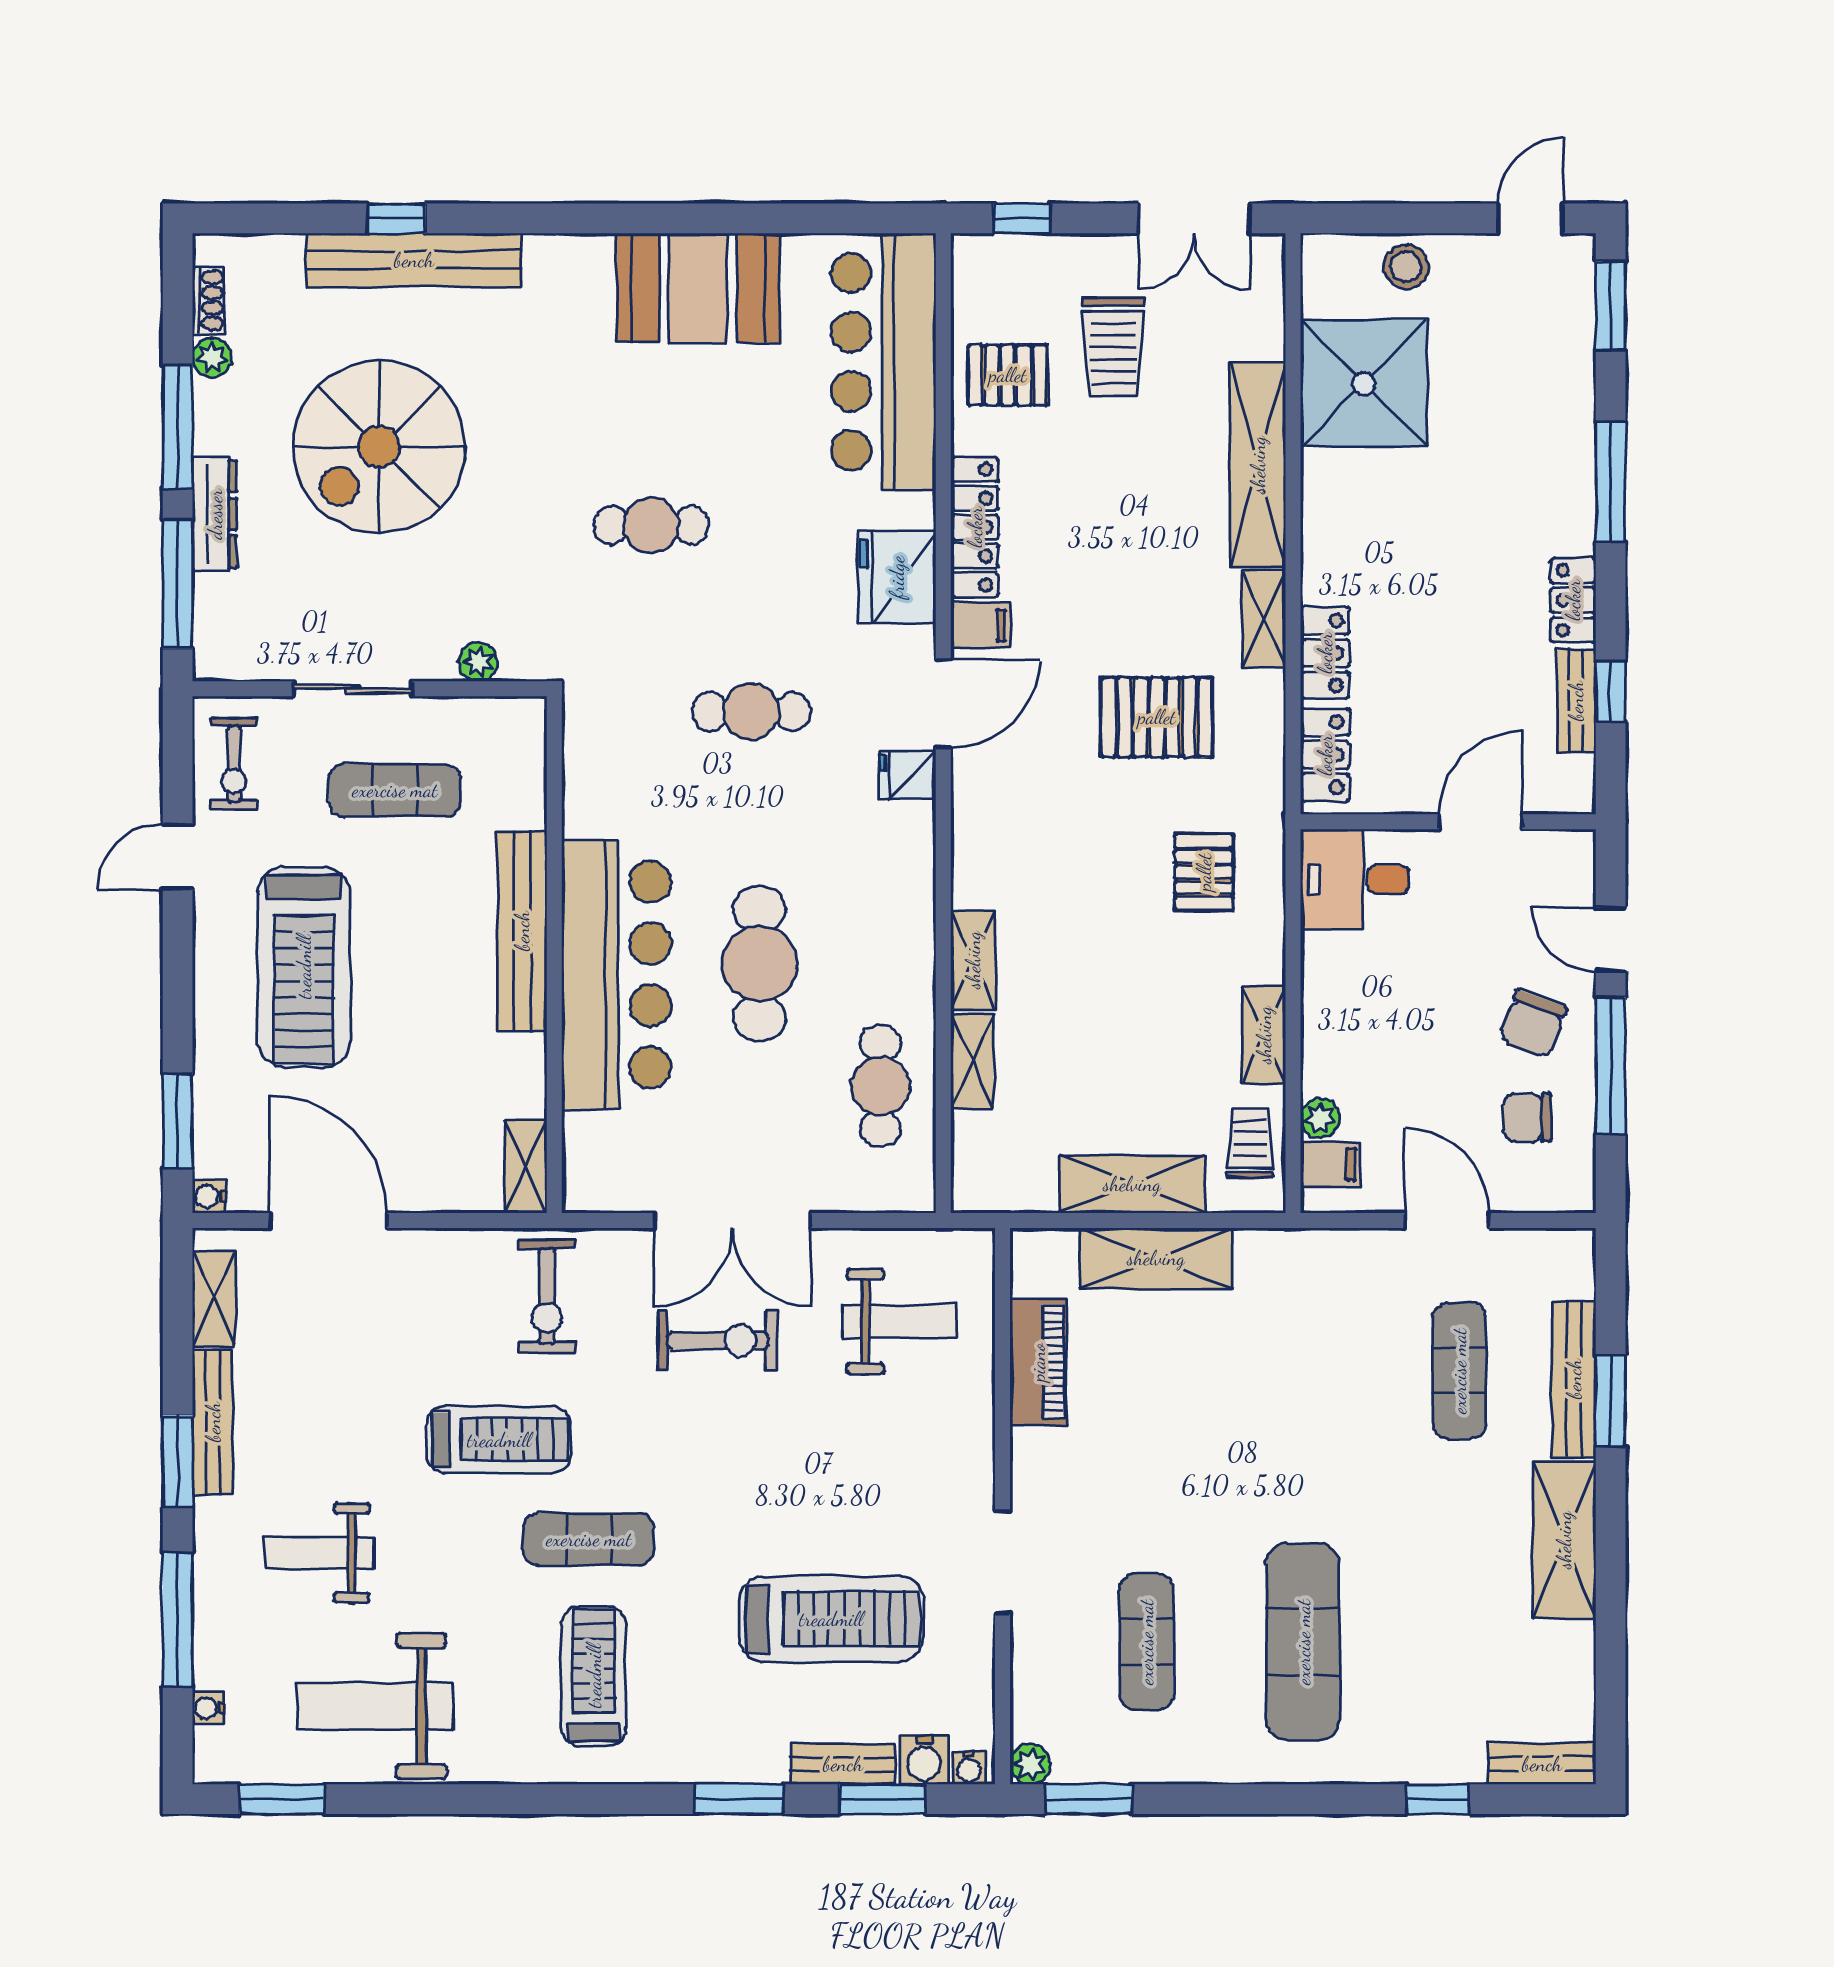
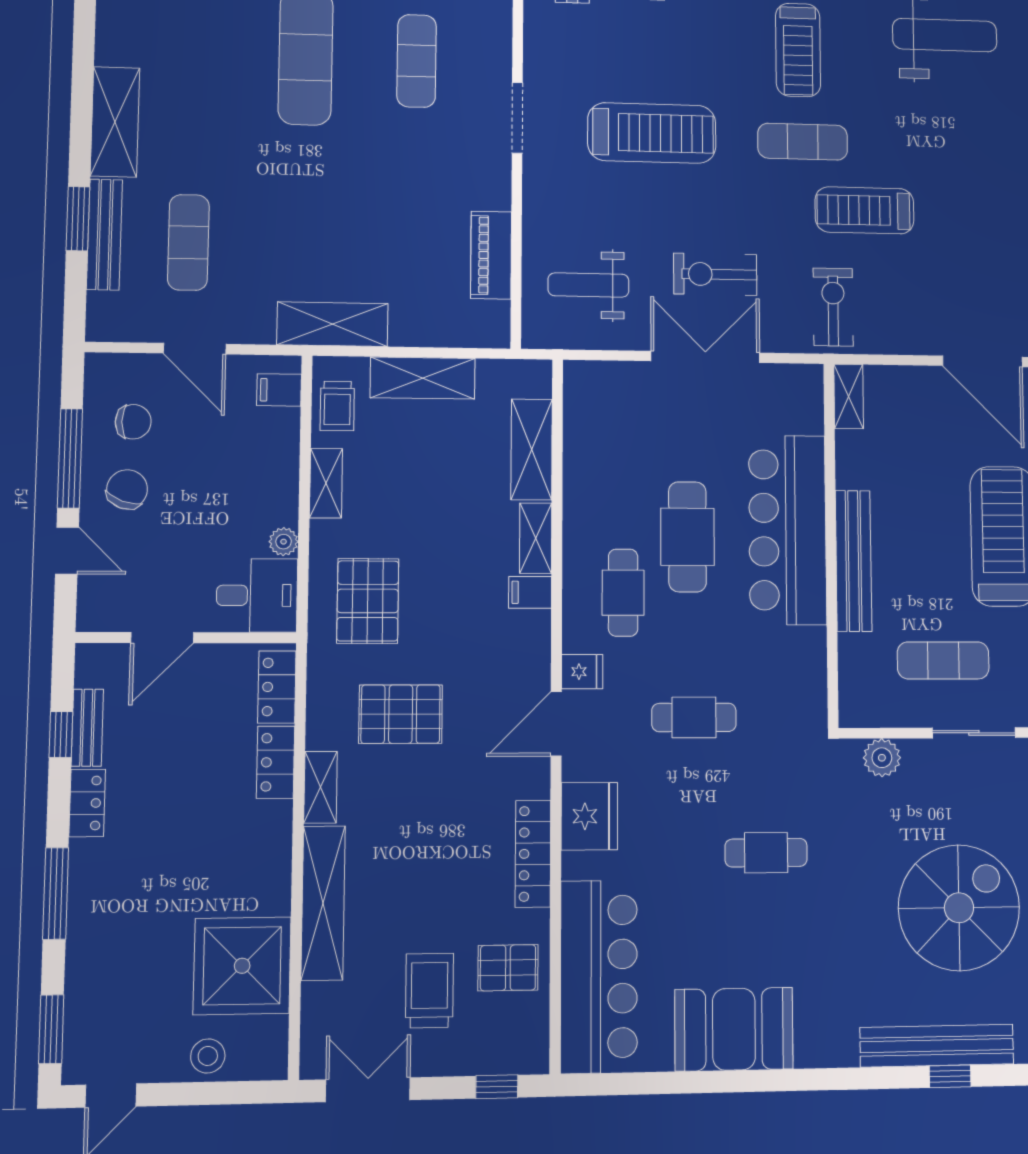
filing cabinet: (980, 625) -> (530, 592), moved
plant: (478, 662) -> (882, 758), width x1.38, depth x1.38
pallet: (1204, 872) -> (368, 601), width x1.50, depth x1.42
shelving: (972, 1061) -> (532, 449), width x1.50, depth x1.33
cafe table: (881, 1086) -> (623, 593), moved
plant: (1320, 1118) -> (284, 542), moved
shelving: (1156, 1258) -> (332, 324), moved
weight bench: (319, 1553) -> (984, 137), removed
treadmill: (831, 1619) -> (652, 133), moved, turned 180

